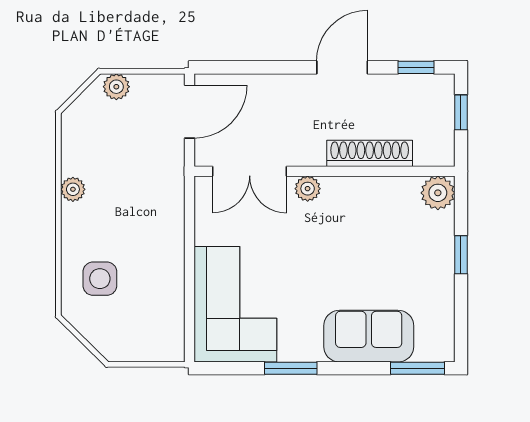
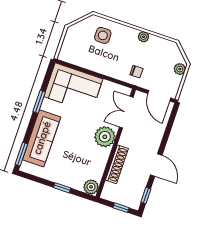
chair: (154, 179) -> (136, 72), added
plant: (308, 189) -> (105, 137), width x1.88, depth x1.88
sofa: (369, 336) -> (42, 138), width x1.36

